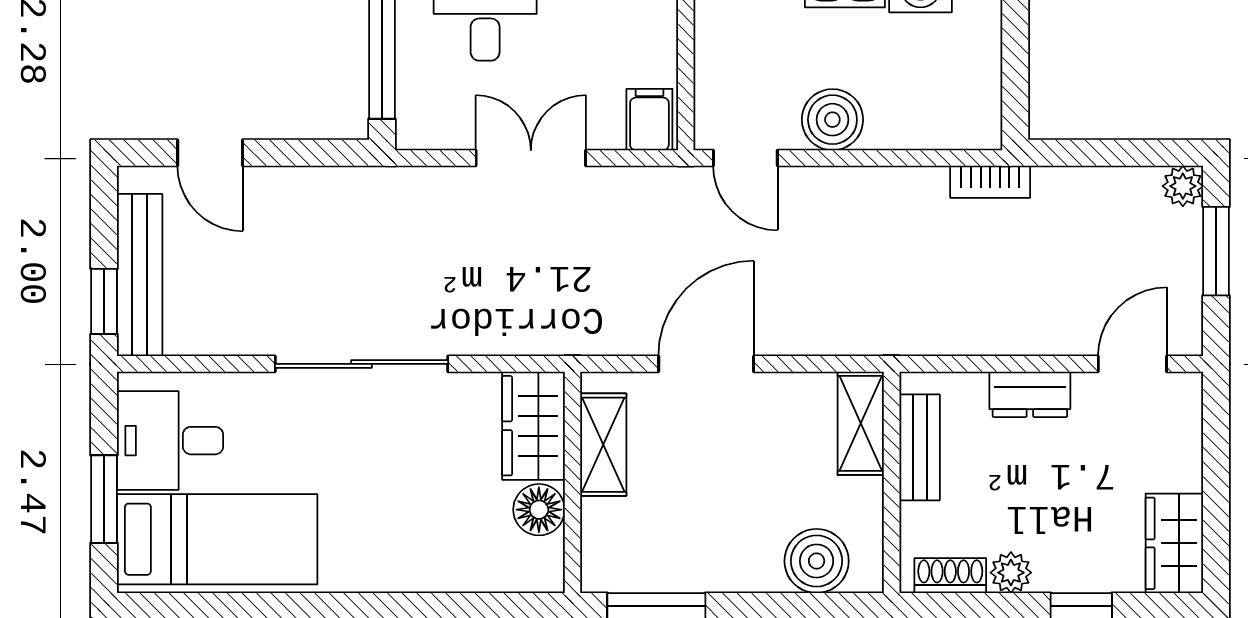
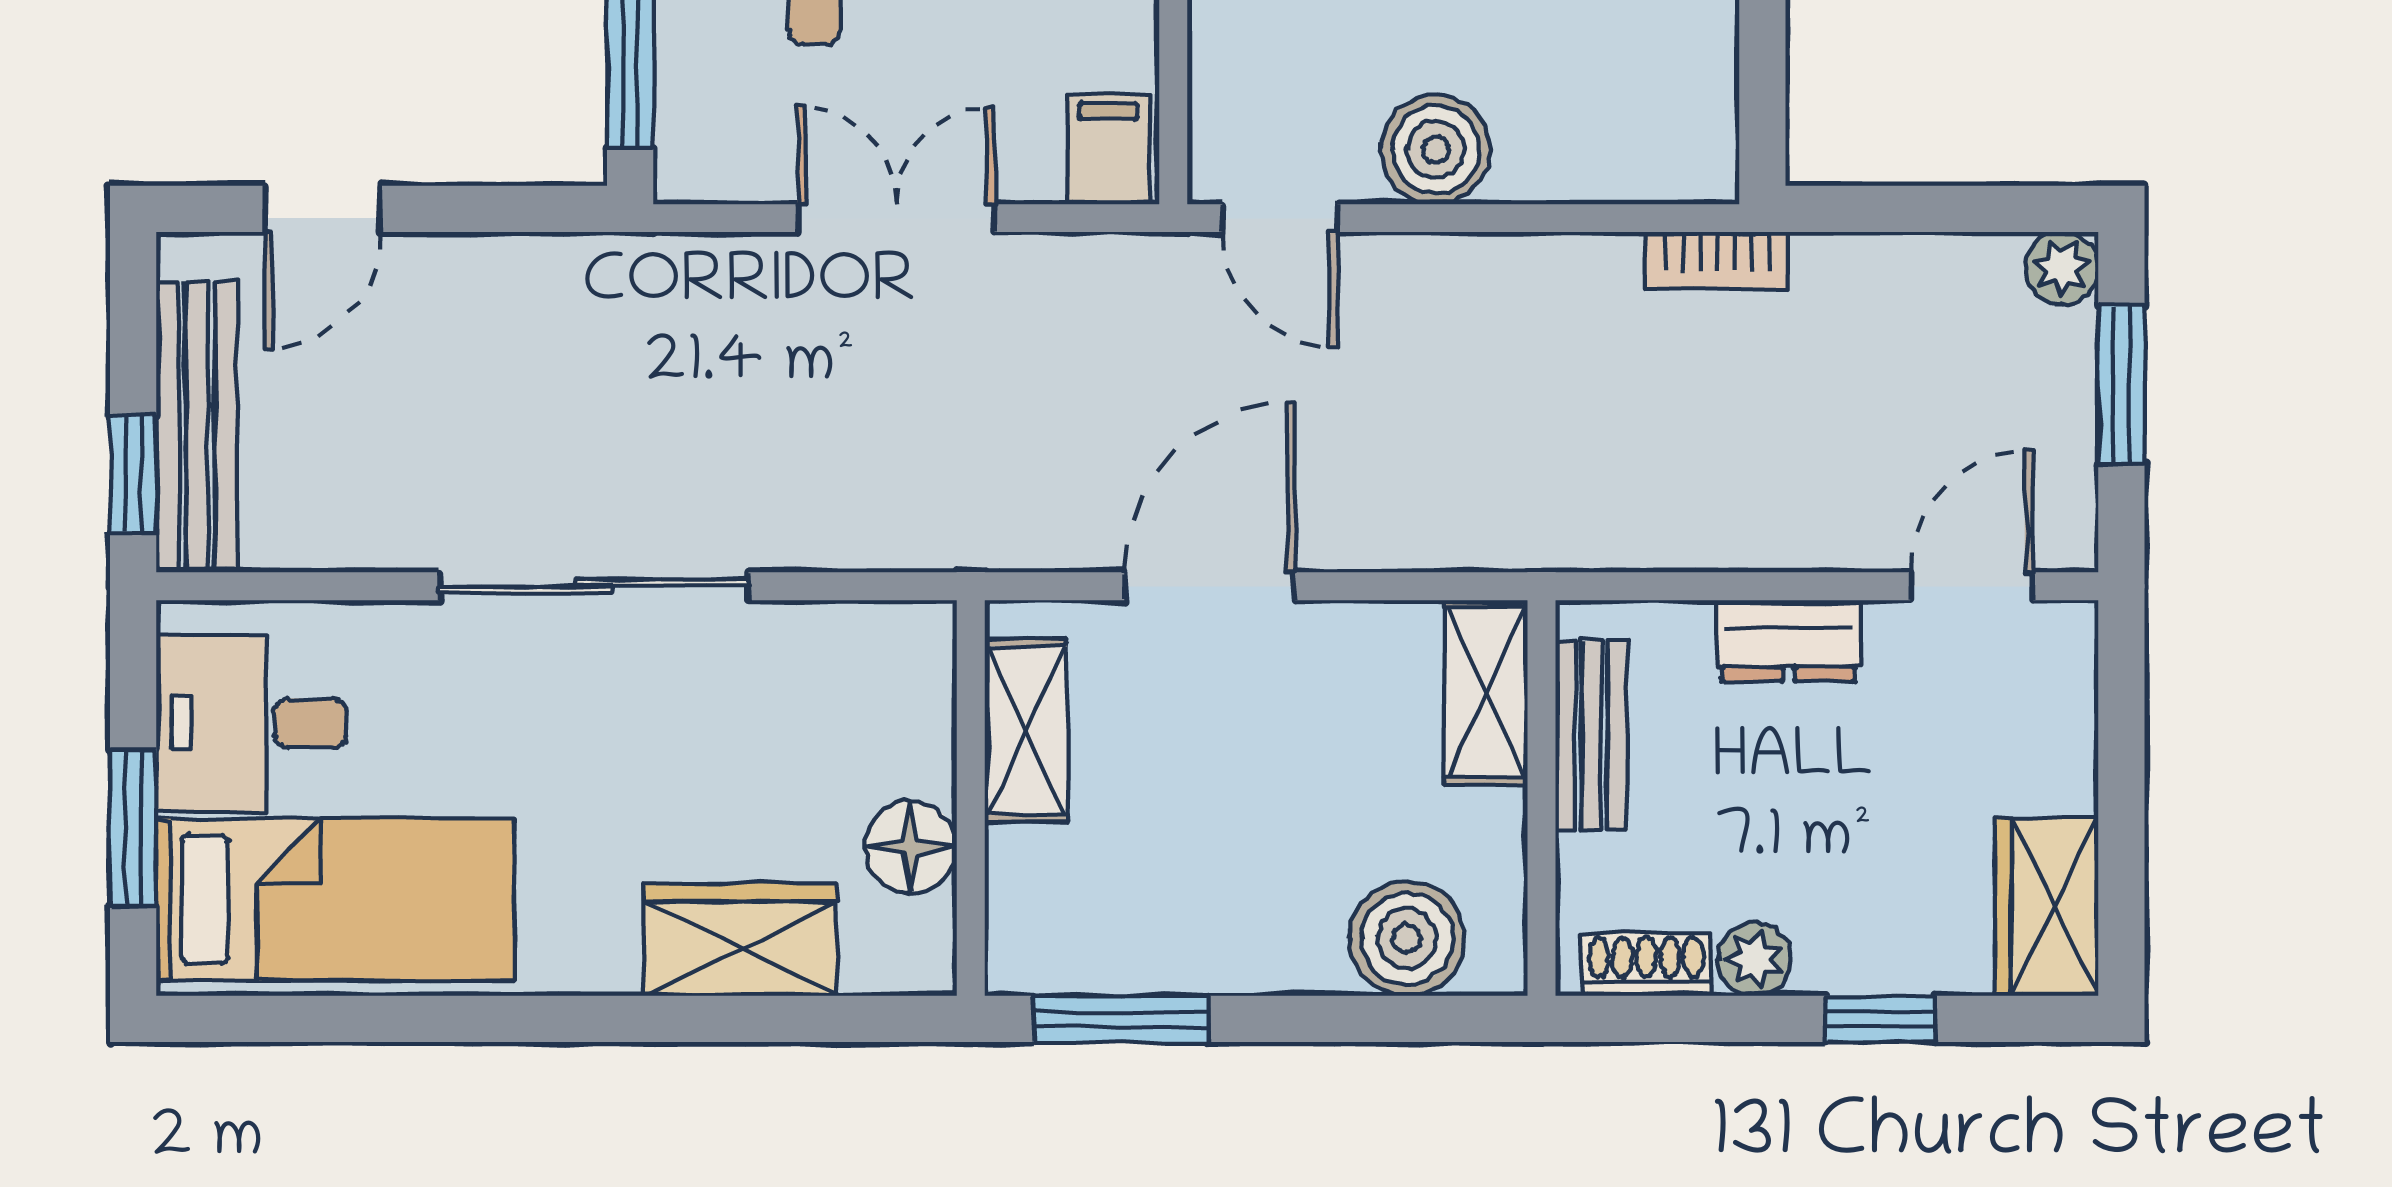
door: (210, 153) -> (323, 209), hinge flipped
wardrobe: (533, 426) -> (740, 940), moved, turned 90

